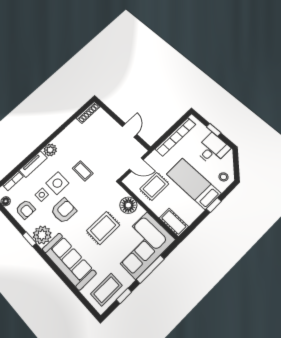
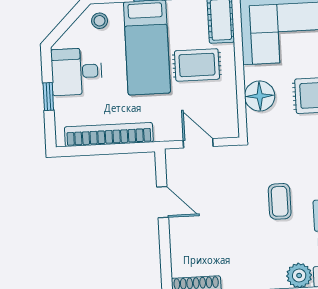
door: (130, 130) -> (163, 202), swing flipped
rug: (154, 186) -> (197, 65), moved

